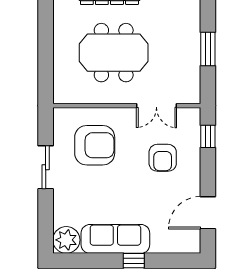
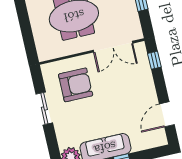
double door: (156, 106) -> (113, 47), width x1.37
armchair: (163, 158) -> (126, 83), removed

